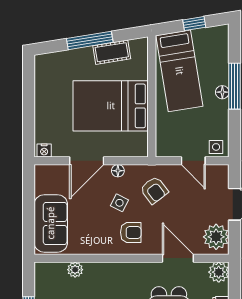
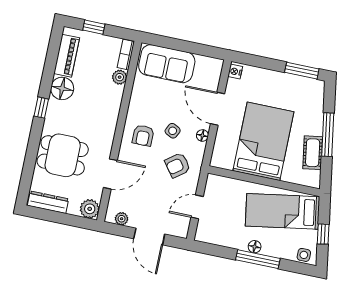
window: (29, 81) -> (302, 71), added
side table: (216, 147) -> (304, 255), moved
plant: (216, 237) -> (122, 219), width x0.53, depth x0.53
bookcase: (50, 268) -> (126, 55), added

